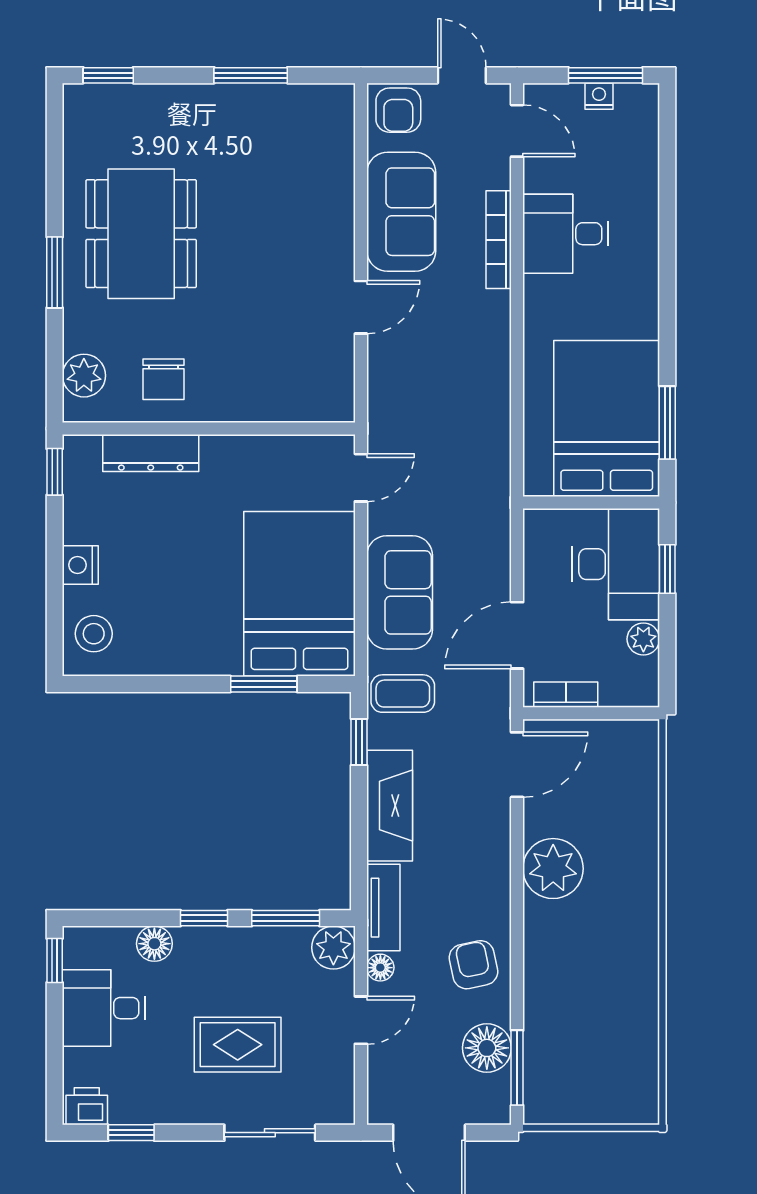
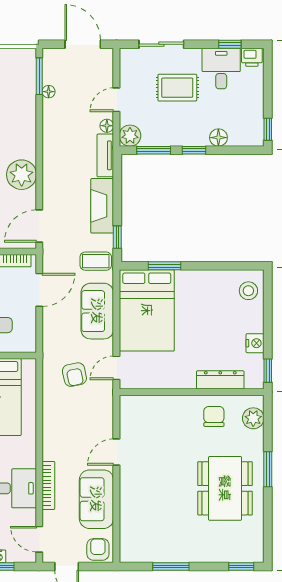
nightstand: (80, 565) -> (255, 343), moved
armchair: (473, 965) -> (74, 375), moved
desk: (104, 1008) -> (221, 68), moved, turned -90
floor lamp: (487, 1048) -> (49, 92), width x0.53, depth x0.53

